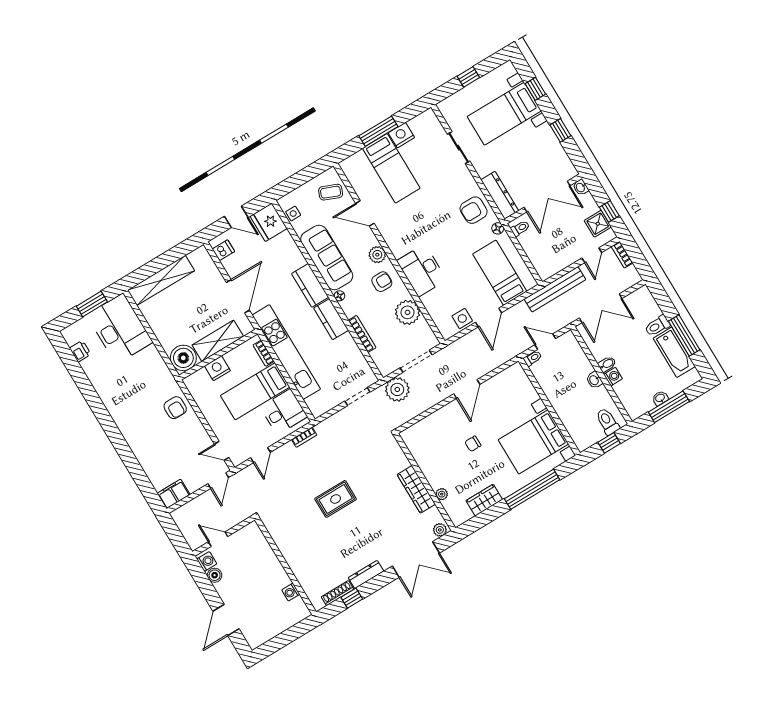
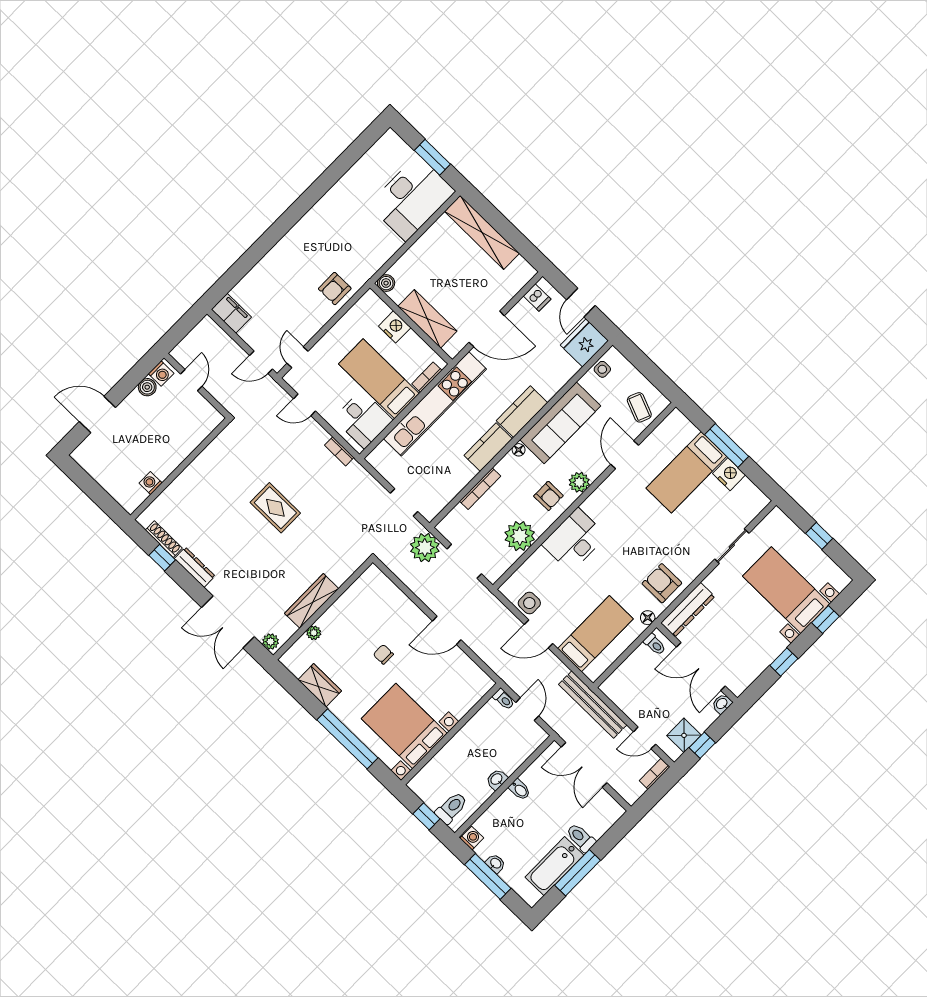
printer: (80, 351) -> (373, 158), removed
boiler: (183, 358) -> (386, 283), width x0.54, depth x0.54
washing machine: (613, 377) -> (472, 838), moved, turned -90

